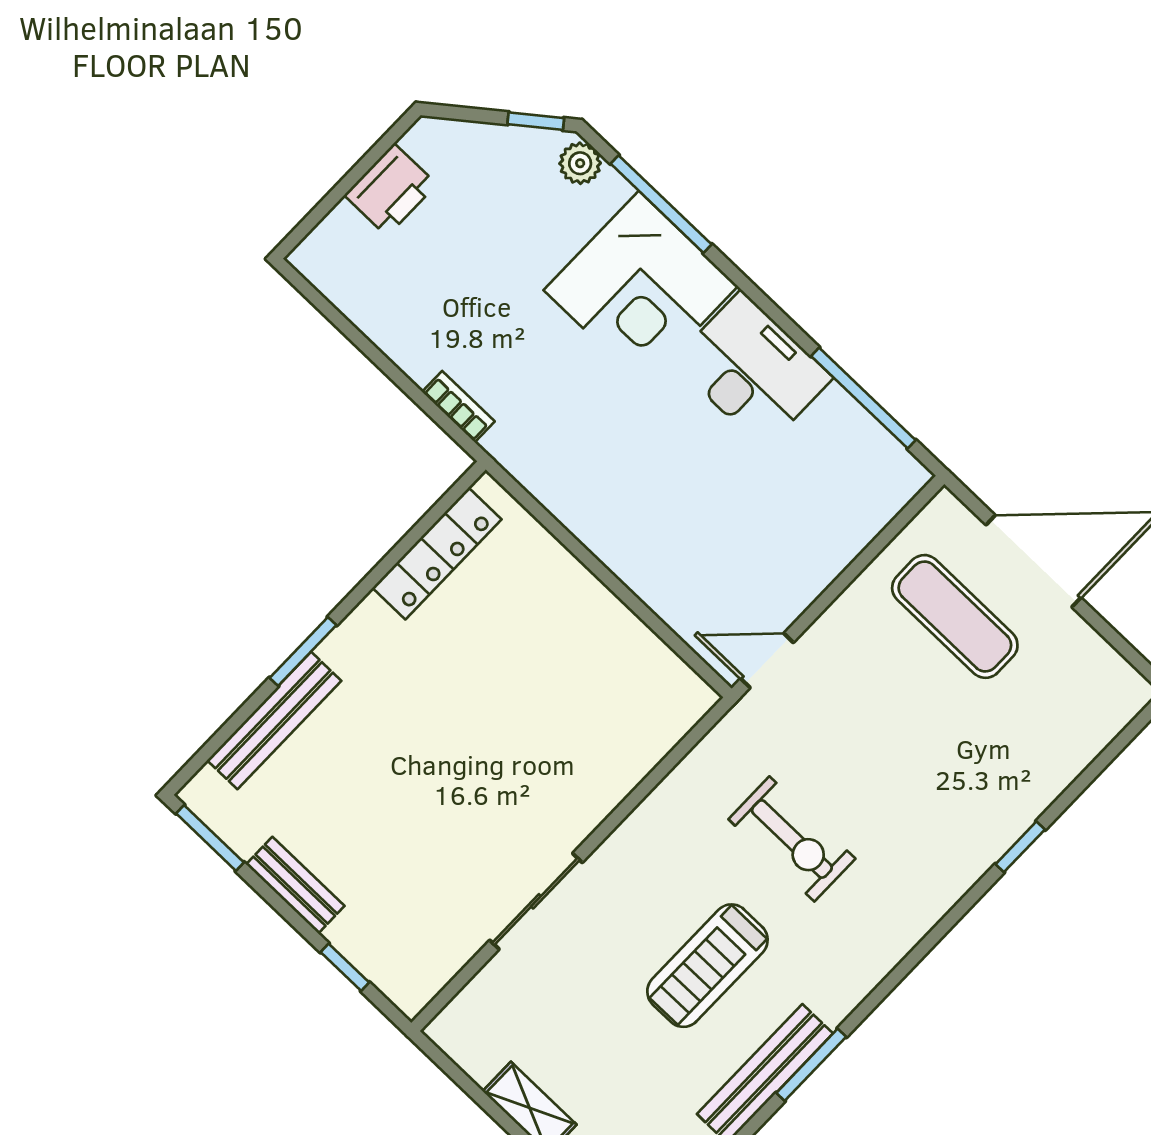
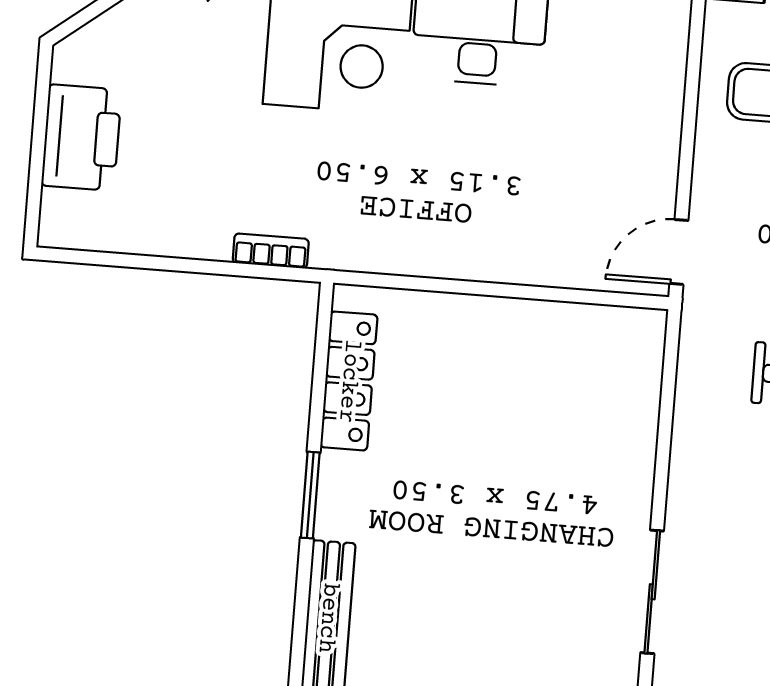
printer: (391, 190) -> (81, 138), width x1.37, depth x1.19
window: (303, 652) -> (310, 495), moved

